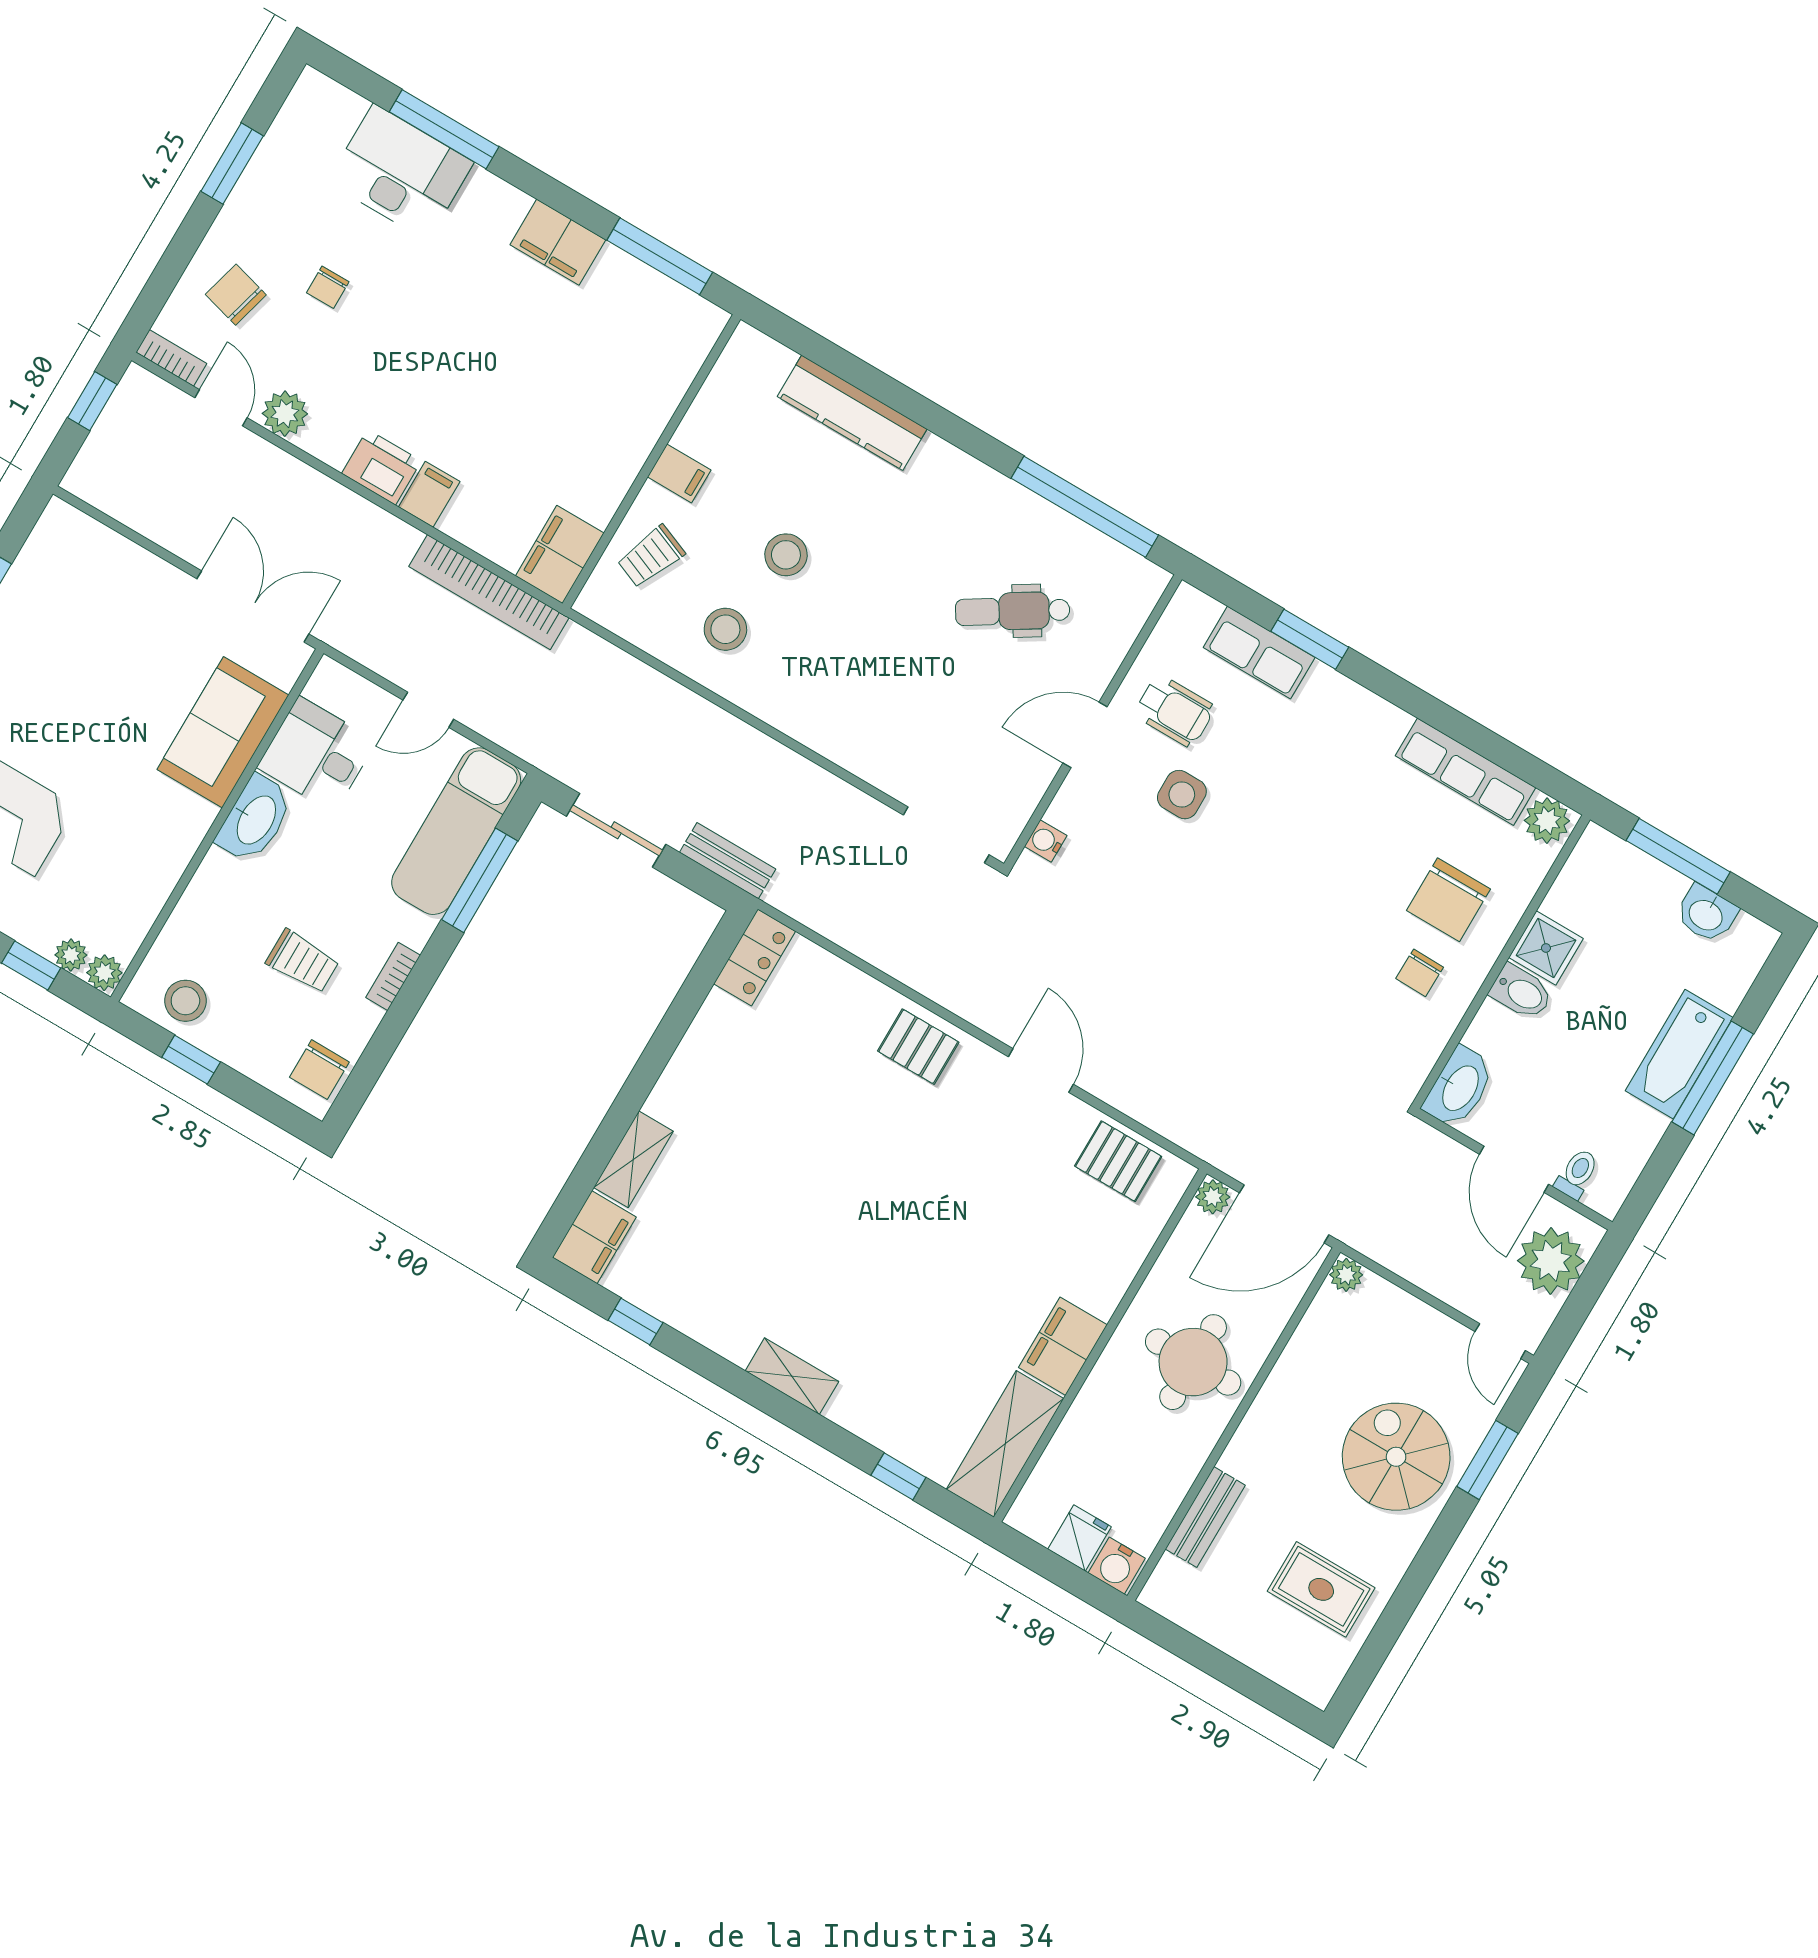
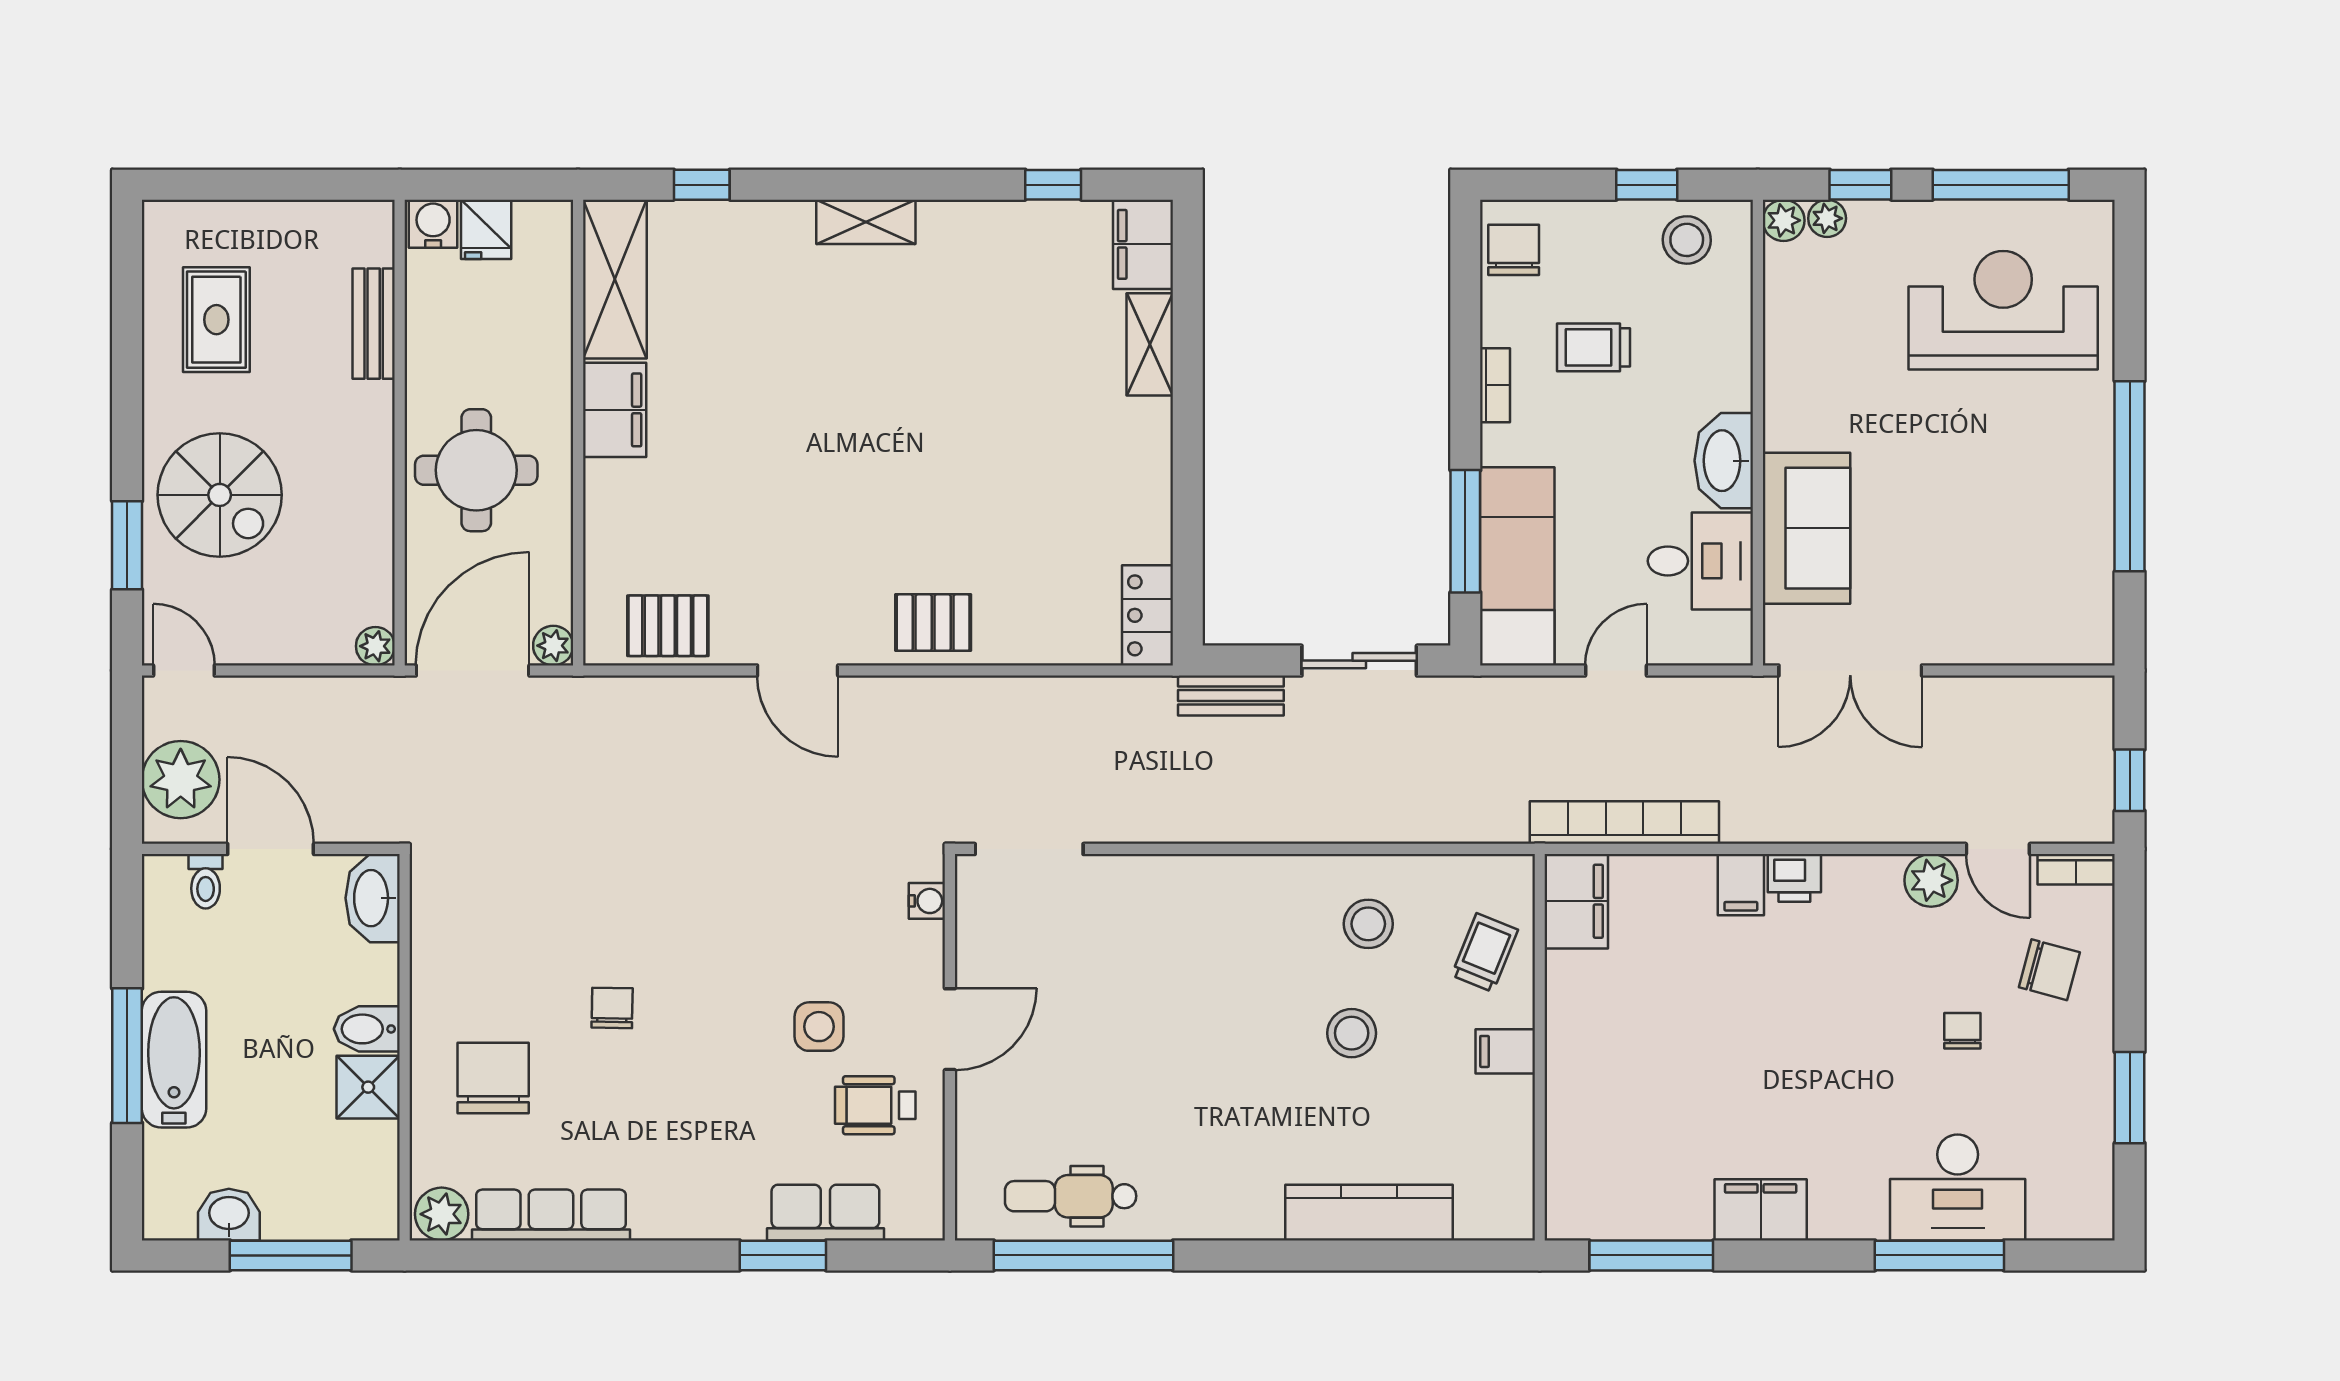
printer: (382, 467) -> (1794, 878), width x0.73, depth x0.81
dental chair: (1013, 611) -> (1071, 1196), moved, turned -148
chair: (1420, 973) -> (612, 1008), moved
rug: (1321, 1589) -> (216, 320), turned 90

